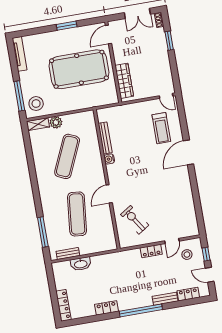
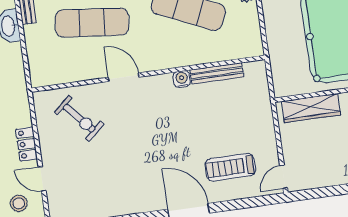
exercise bike: (135, 220) -> (79, 118), turned 81

